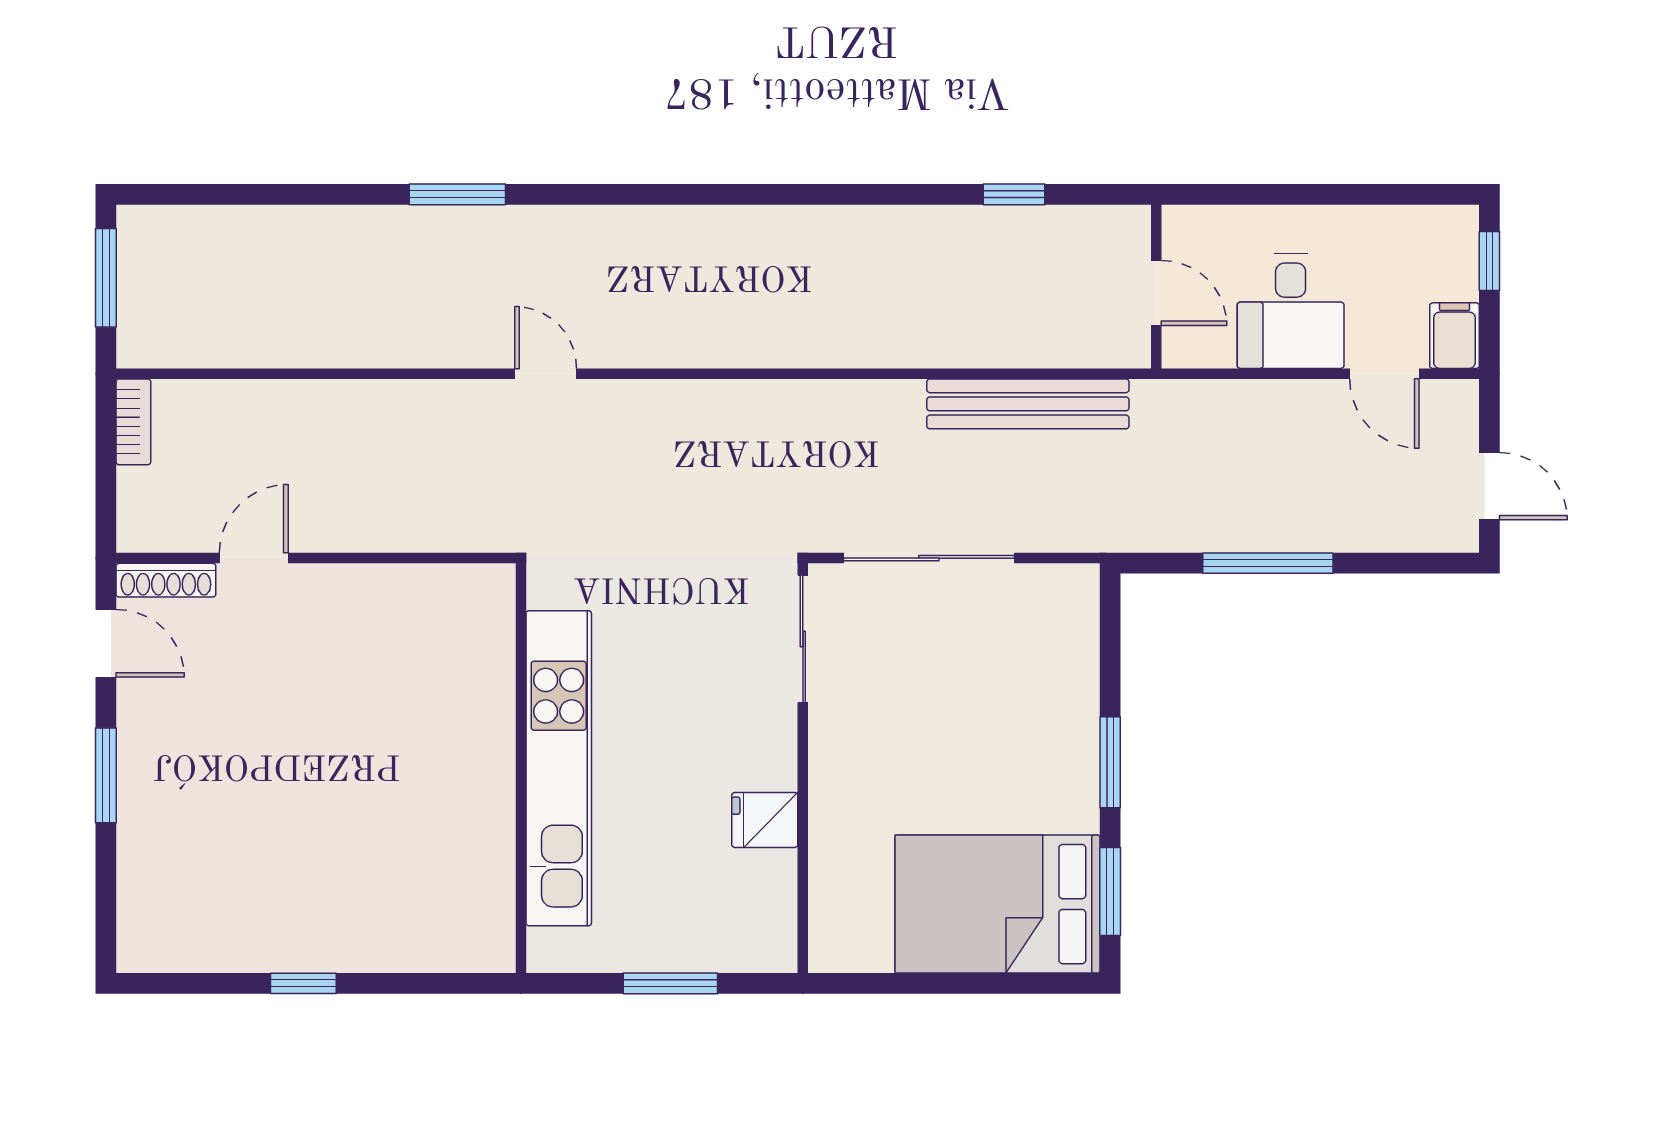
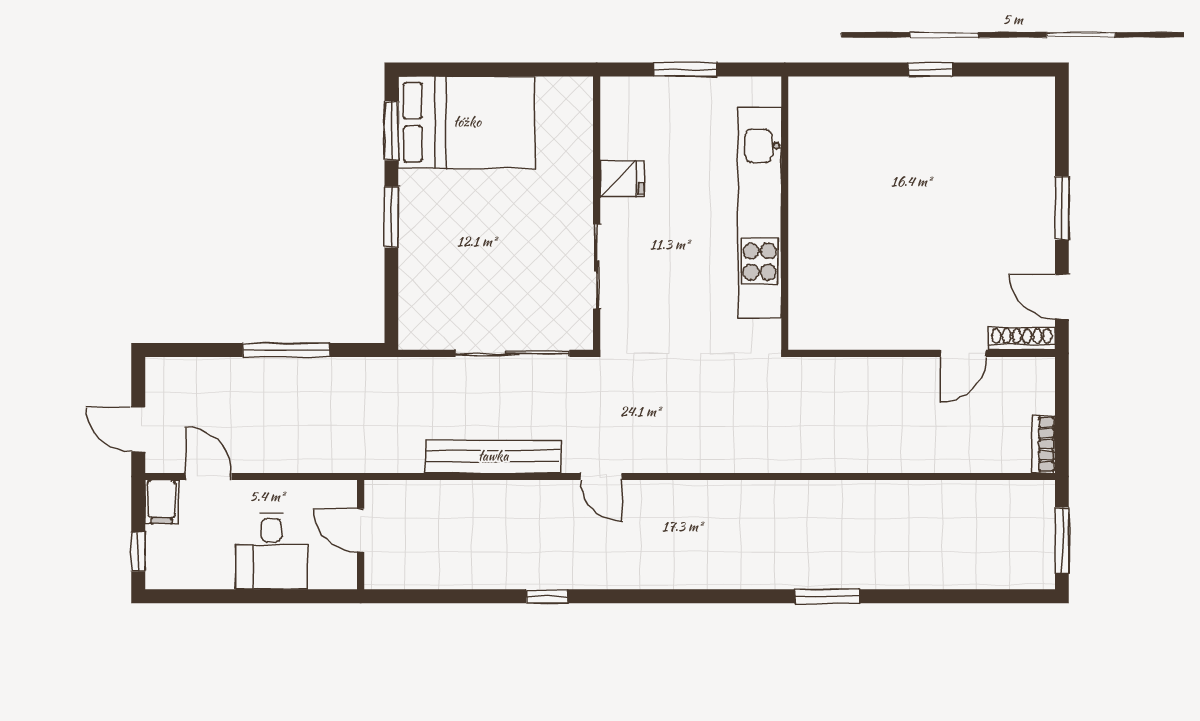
window: (1014, 194) -> (547, 596), moved
desk: (1291, 311) -> (272, 551), moved, turned 180
door: (546, 374) -> (601, 476), moved
bench: (1028, 404) -> (493, 456), moved
door: (1489, 486) -> (138, 429), moved
sliding door: (803, 639) -> (597, 266), moved

